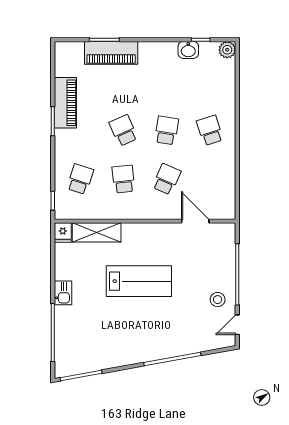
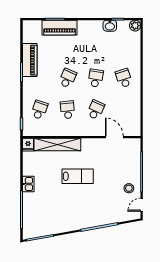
school desk: (123, 130) -> (68, 78), turned 48
shelving: (97, 232) -> (57, 145), width x1.47
lab bench: (139, 281) -> (78, 176), width x0.73, depth x0.72

